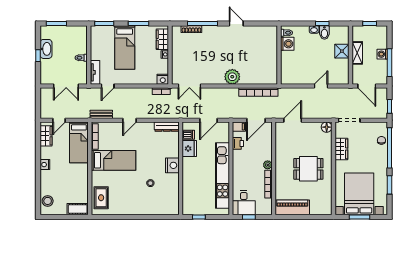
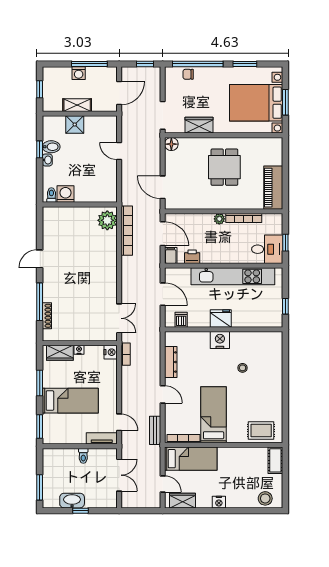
plant: (232, 77) -> (107, 220), moved
dresser: (167, 127) -> (171, 362), moved
fridge: (189, 148) -> (221, 319), moved

